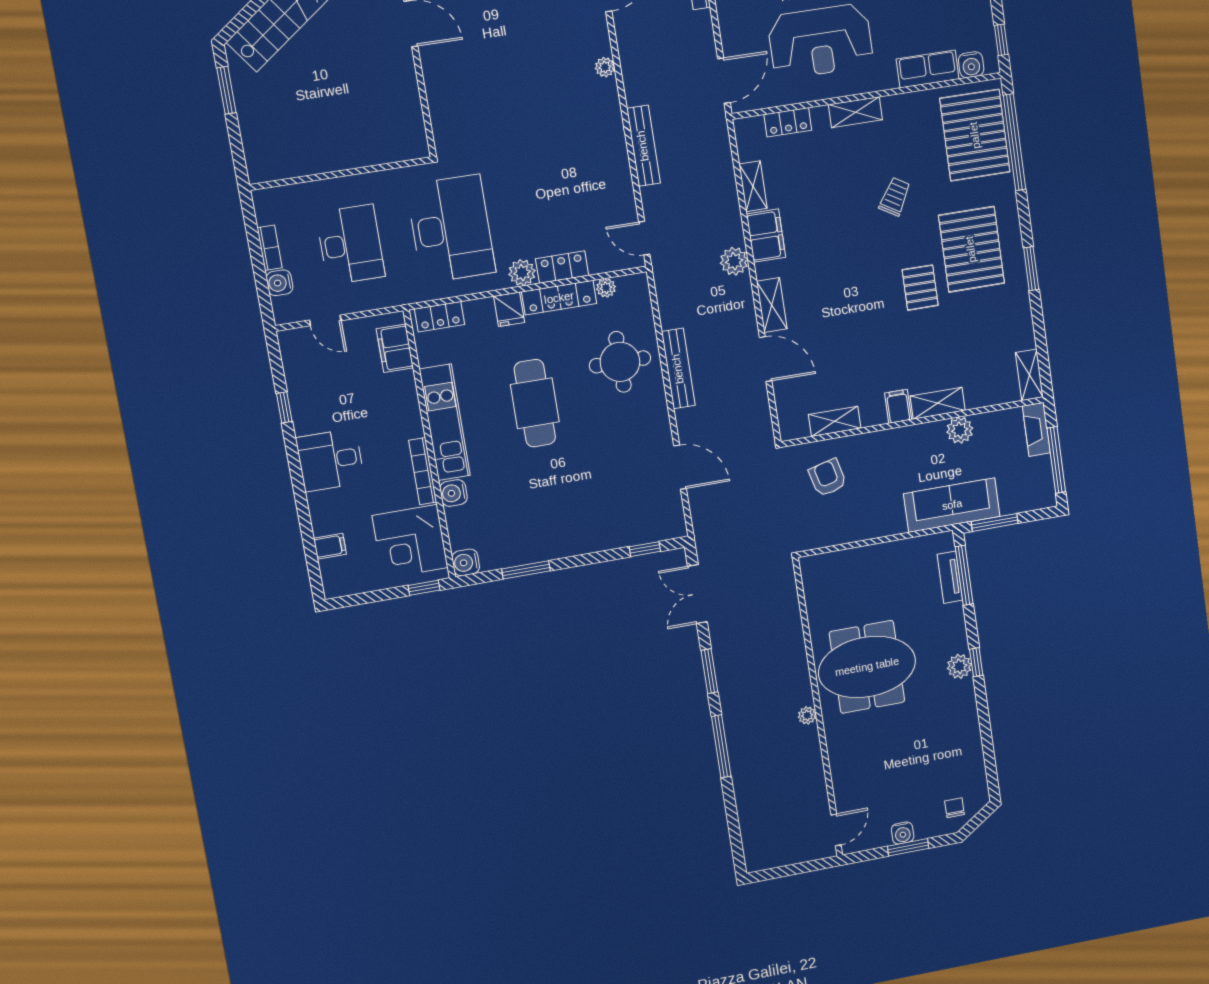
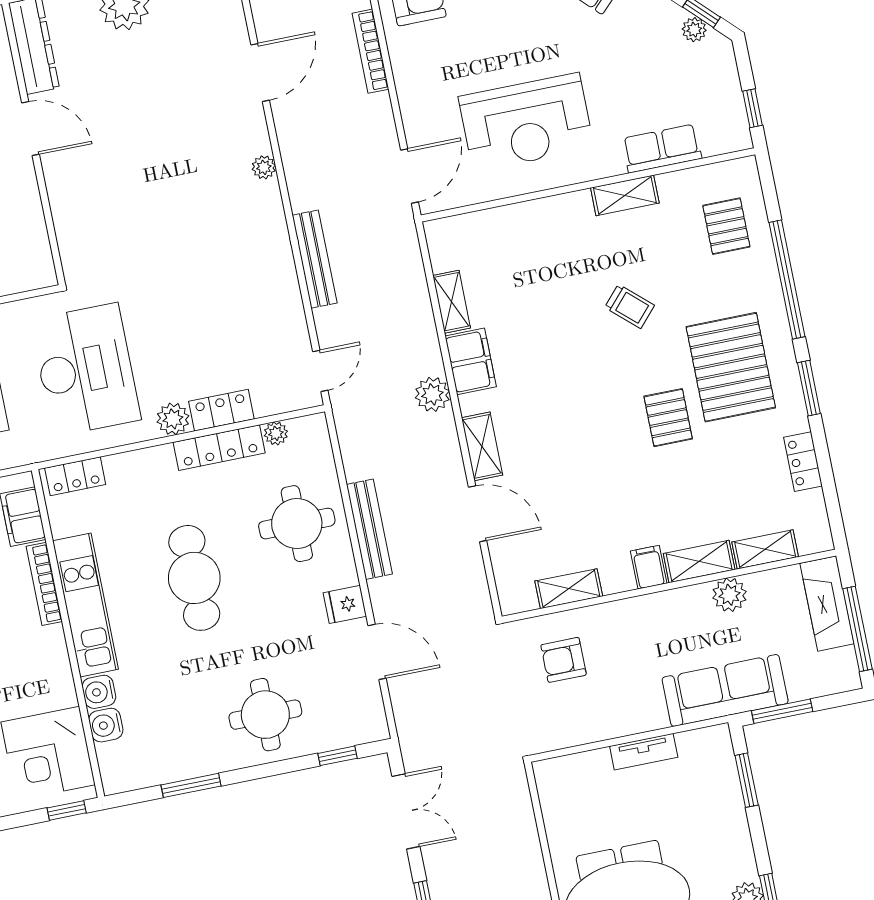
water cooler: (971, 65) -> (716, 140), removed
shelving: (855, 112) -> (625, 195), moved
locker: (788, 122) -> (803, 462), moved, turned 90
pallet: (975, 135) -> (726, 226), width x0.49, depth x0.50
window: (1015, 142) -> (787, 279), moved
trolley: (895, 197) -> (630, 306), turned 101
door: (644, 238) -> (320, 371), swing flipped
fridge: (509, 309) -> (345, 604), moved, turned 90
shelving: (1029, 375) -> (765, 549), moved, turned 90
fireplace: (1036, 429) -> (827, 603), width x1.37, depth x1.32
bookcase: (423, 471) -> (44, 584), moved
armchair: (828, 478) -> (564, 660), turned -76
round table: (588, 515) -> (265, 715), added
water cooler: (466, 562) -> (106, 725), moved
window: (964, 575) -> (747, 780), width x0.69
tv unit: (950, 577) -> (644, 752), moved, turned -90
double door: (697, 594) -> (406, 811), swing flipped

